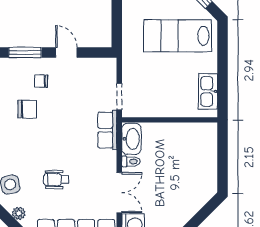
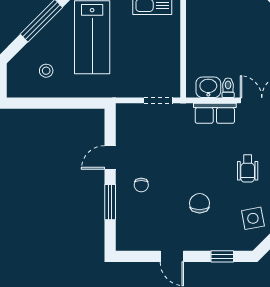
chair: (27, 109) -> (200, 203), moved
row of seats: (107, 130) -> (215, 113), moved
washbasin: (131, 139) -> (208, 87), width x0.72

